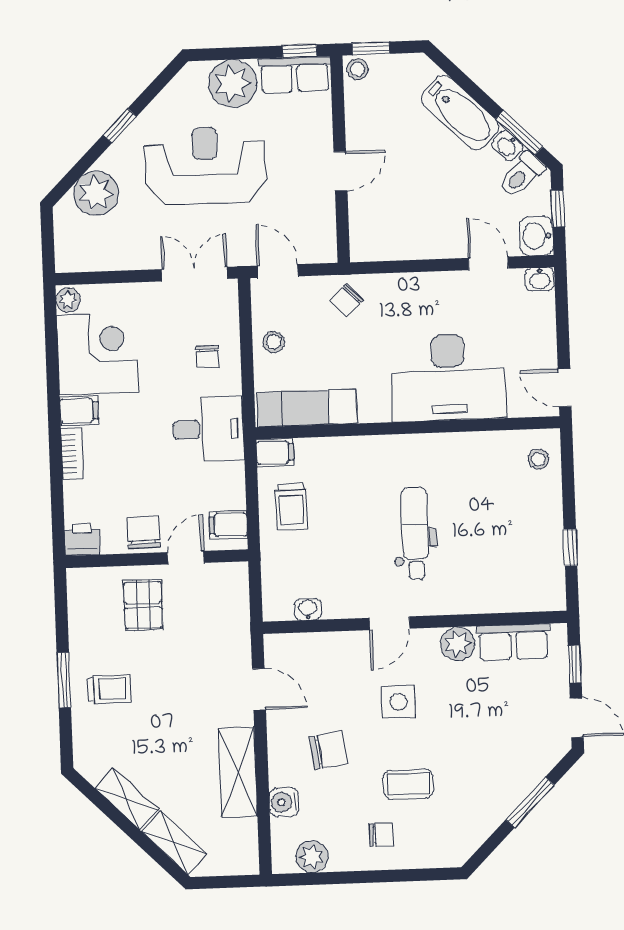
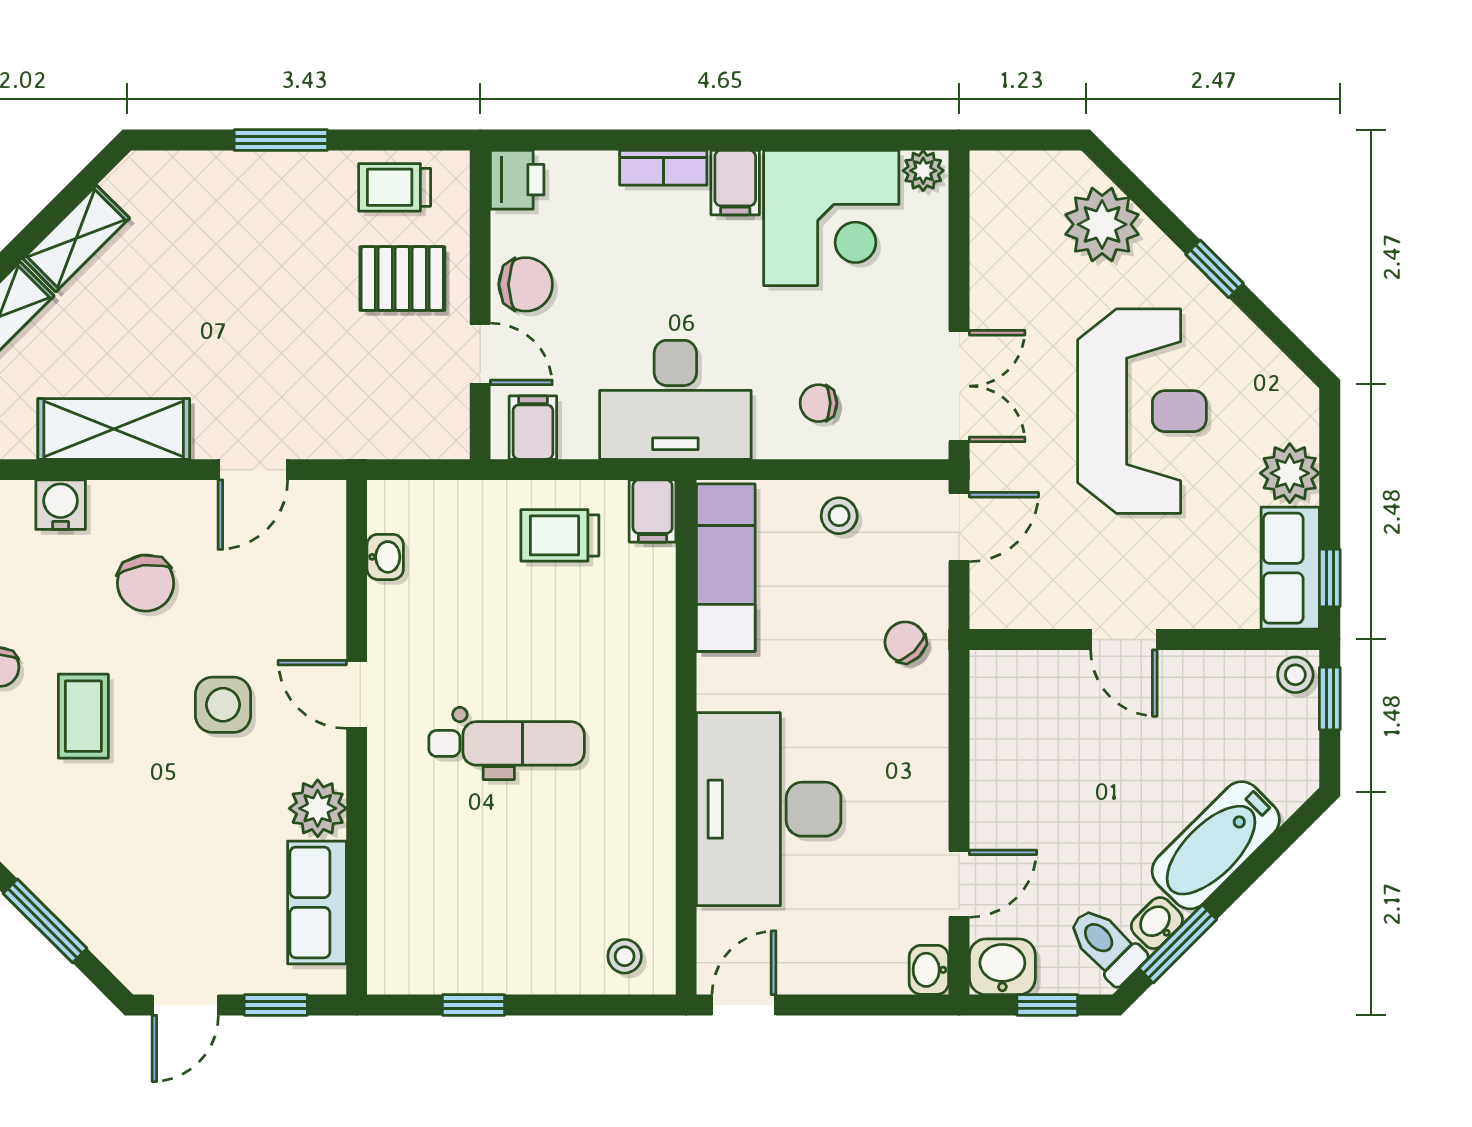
plant: (233, 84) -> (1290, 473), width x0.73, depth x0.73
desk: (208, 429) -> (675, 400), width x1.37
trolley: (109, 689) -> (395, 187), moved, turned 90

